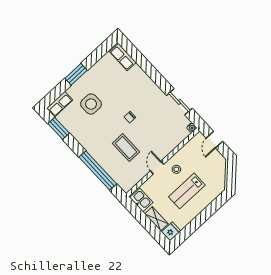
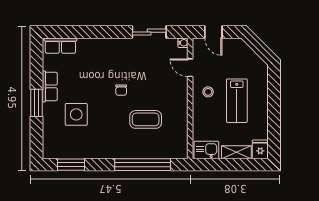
row of seats: (60, 104) -> (50, 86), moved
door: (157, 168) -> (190, 68), moved

